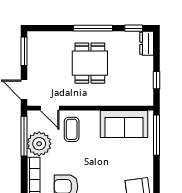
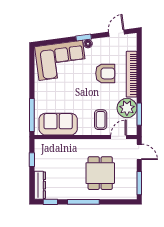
dresser: (147, 43) -> (40, 185), width x1.44
dining table: (90, 63) -> (100, 173), moved
door: (50, 108) -> (119, 137), hinge flipped
window: (24, 136) -> (139, 114), width x0.69

